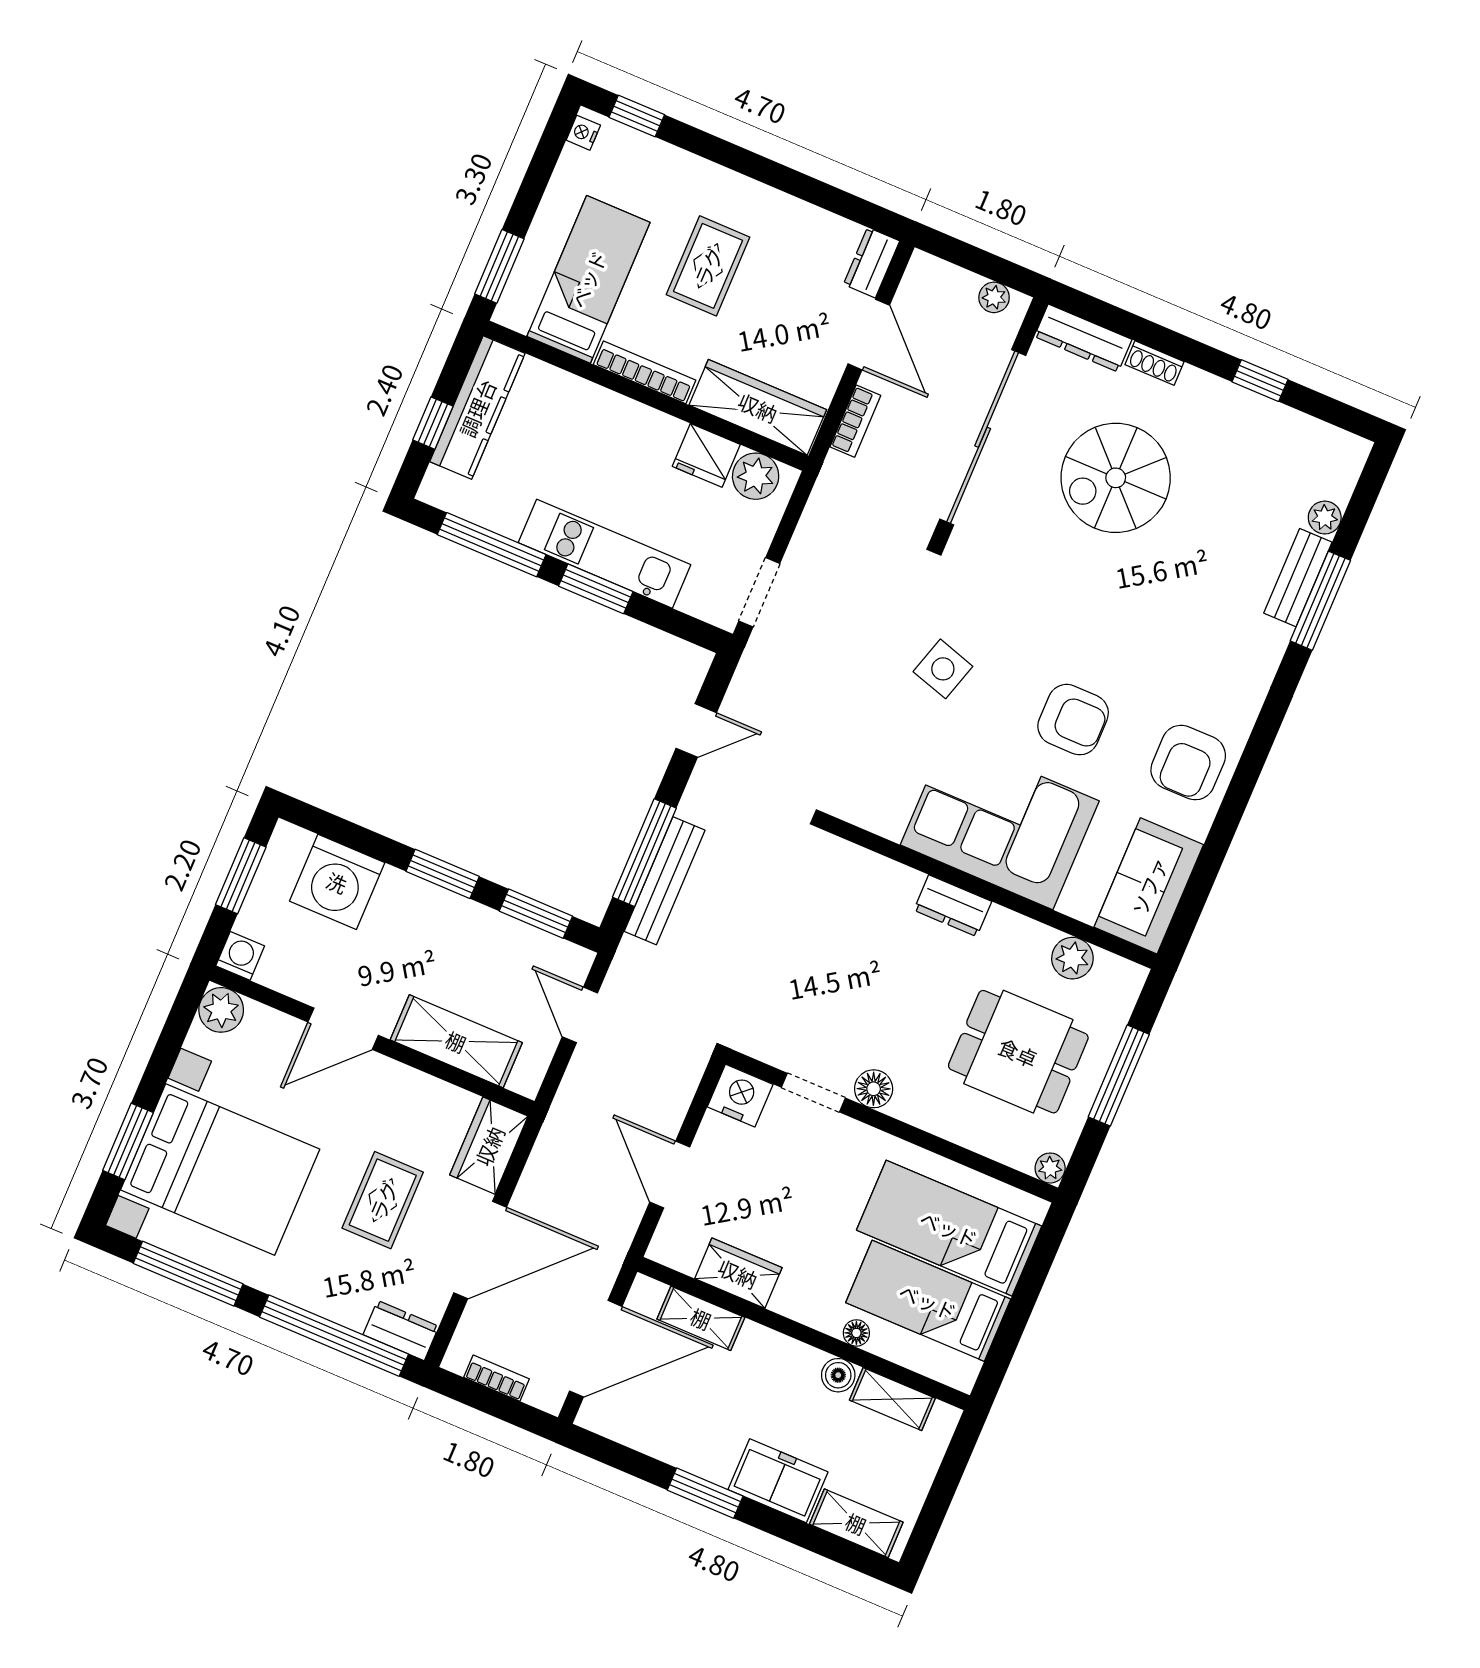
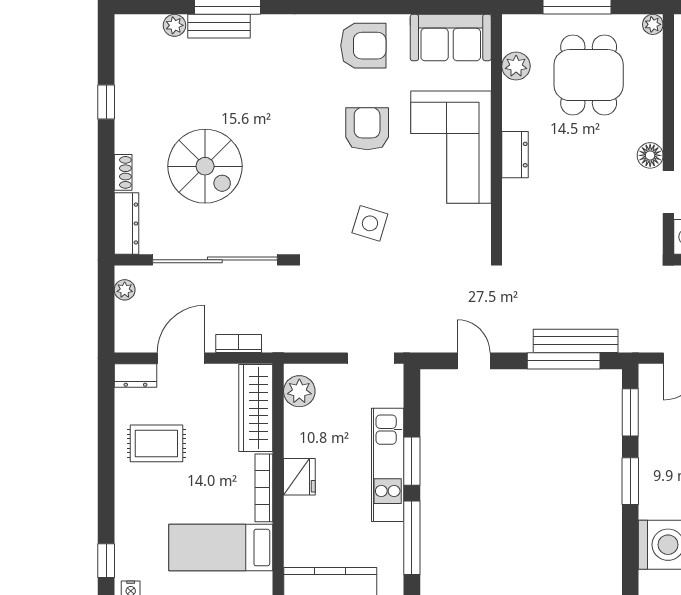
rug: (708, 266) -> (156, 443), moved
fridge: (706, 455) -> (299, 477), moved

